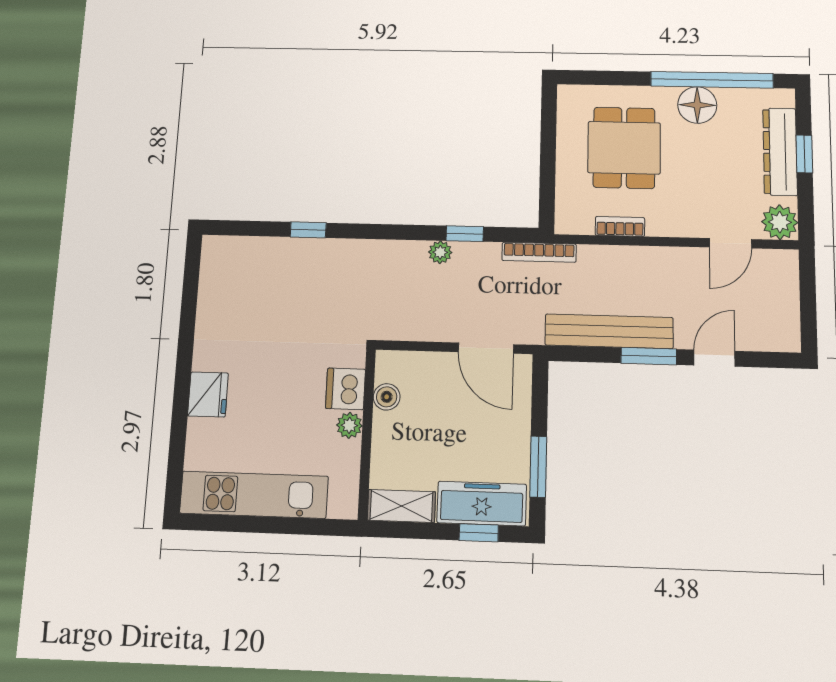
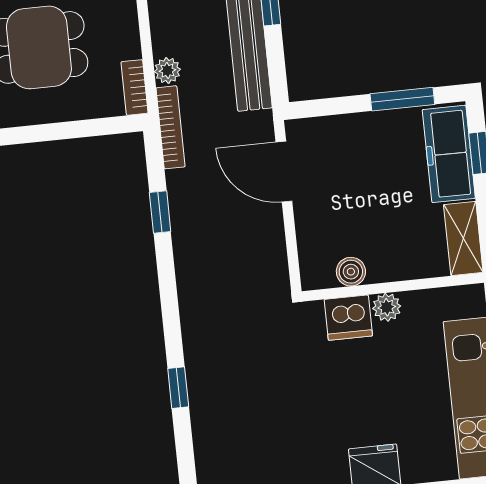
bookcase: (620, 226) -> (135, 87), moved
plant: (440, 252) -> (167, 70), moved
door: (486, 348) -> (284, 172), swing flipped

